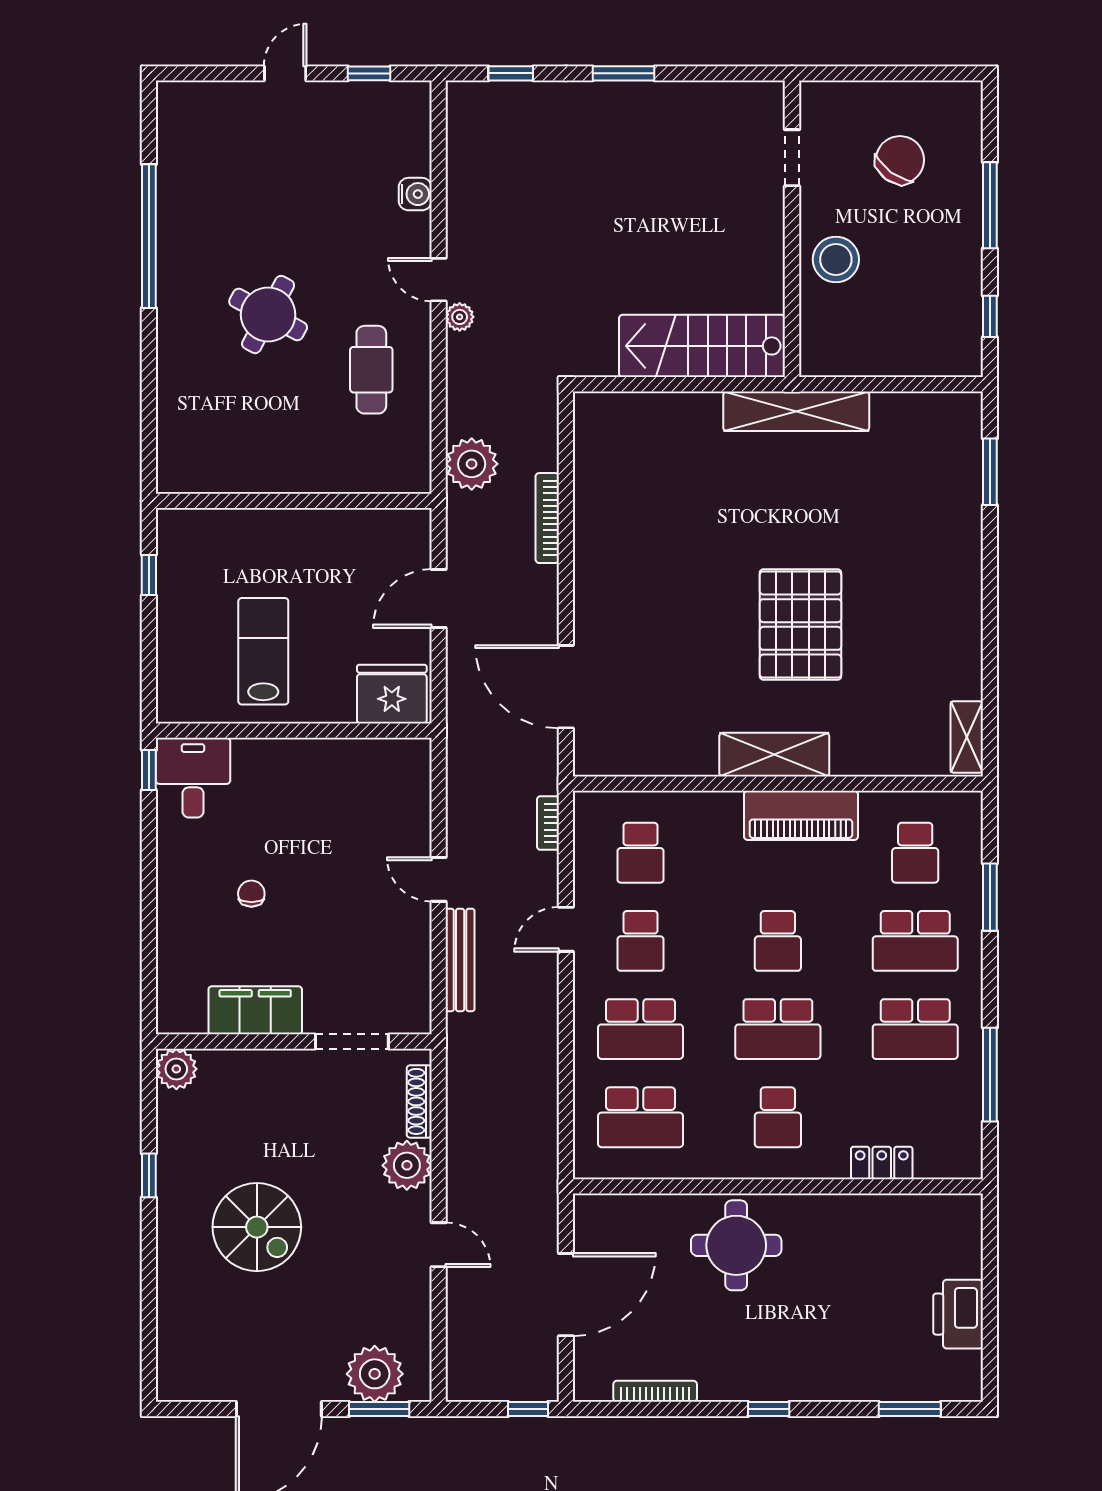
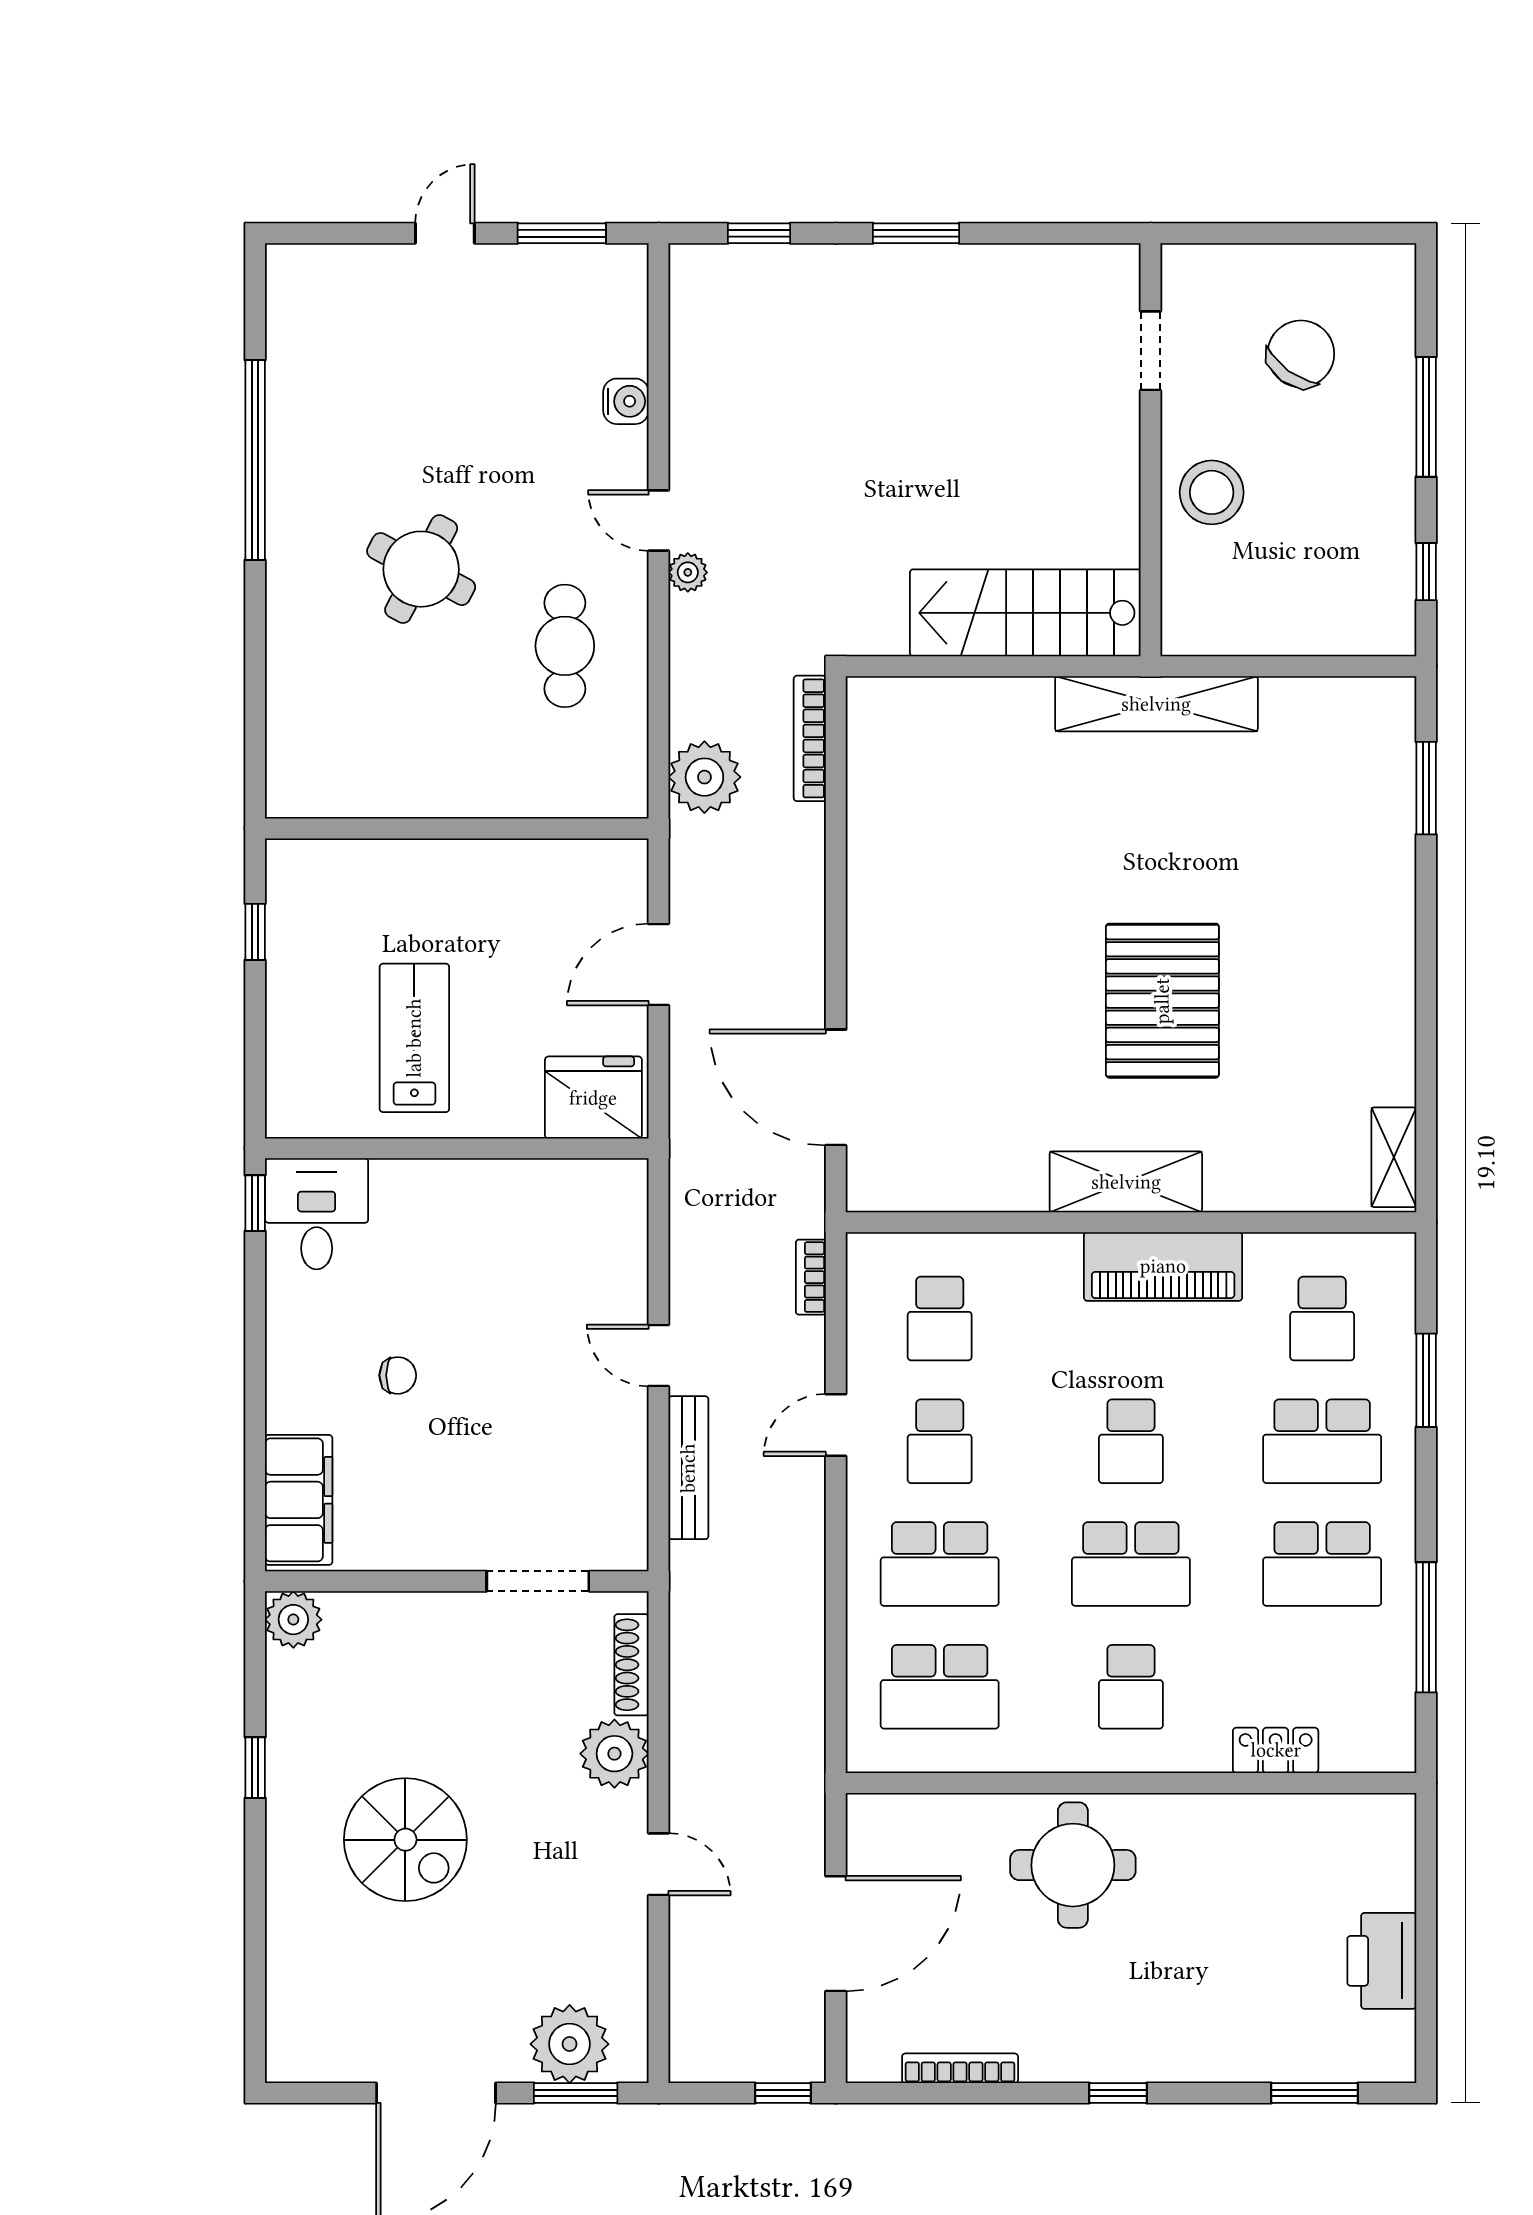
window: (369, 73) -> (562, 233), width x1.50
bookcase: (547, 518) -> (810, 738), moved
chair: (251, 894) -> (398, 1375), turned 90
filing cabinet: (255, 1010) -> (299, 1500), moved, turned 90

